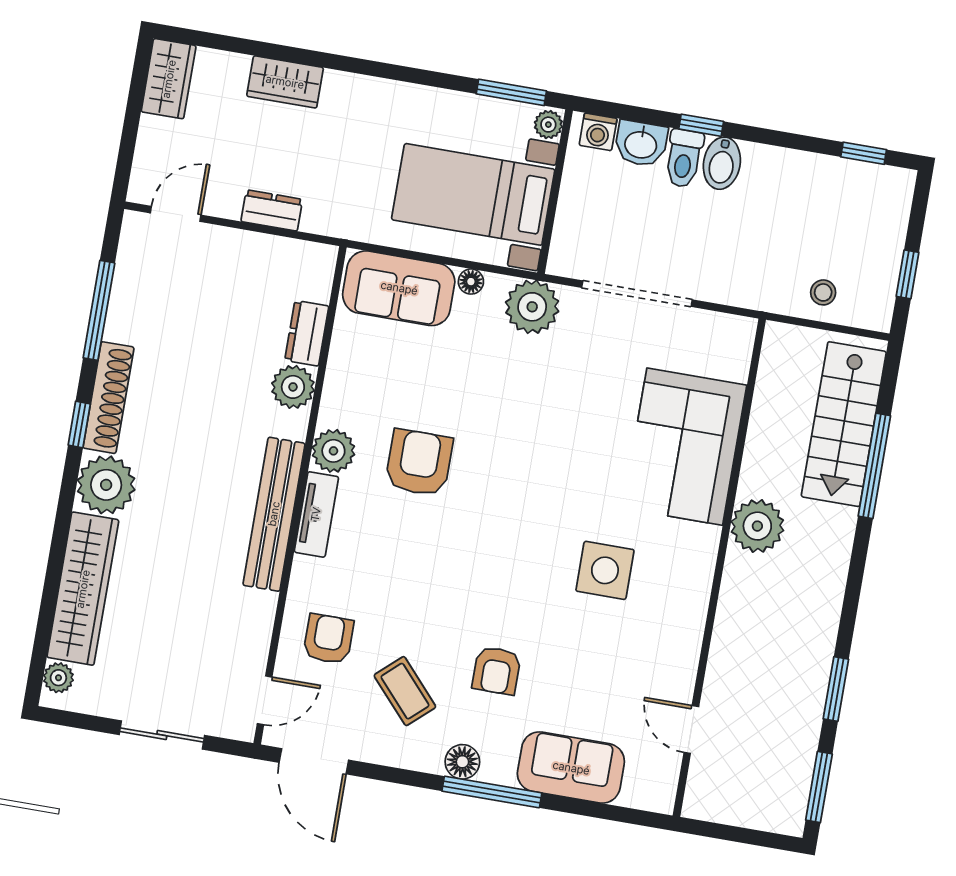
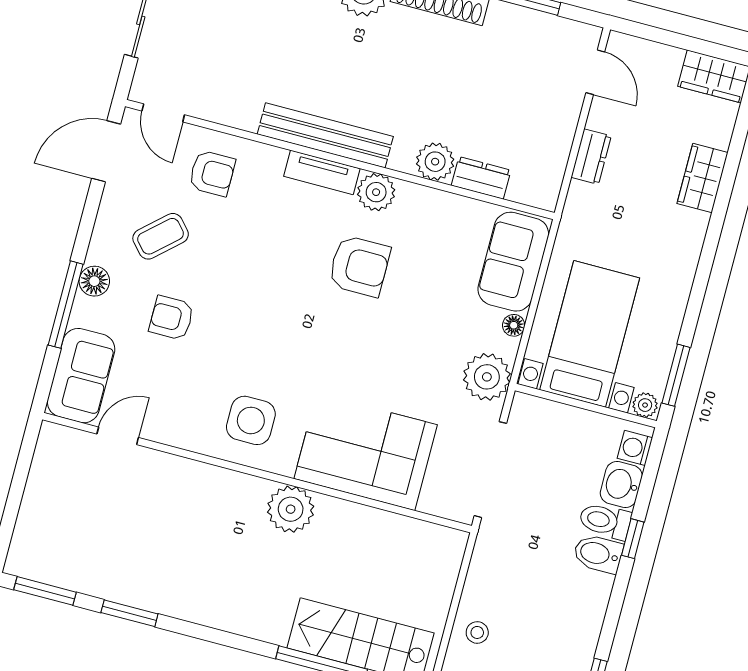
corner sofa: (685, 447) -> (366, 452), moved
plant: (757, 526) -> (291, 509), moved
wall: (719, 568) -> (257, 473), moved
door: (691, 730) -> (118, 436), moved

